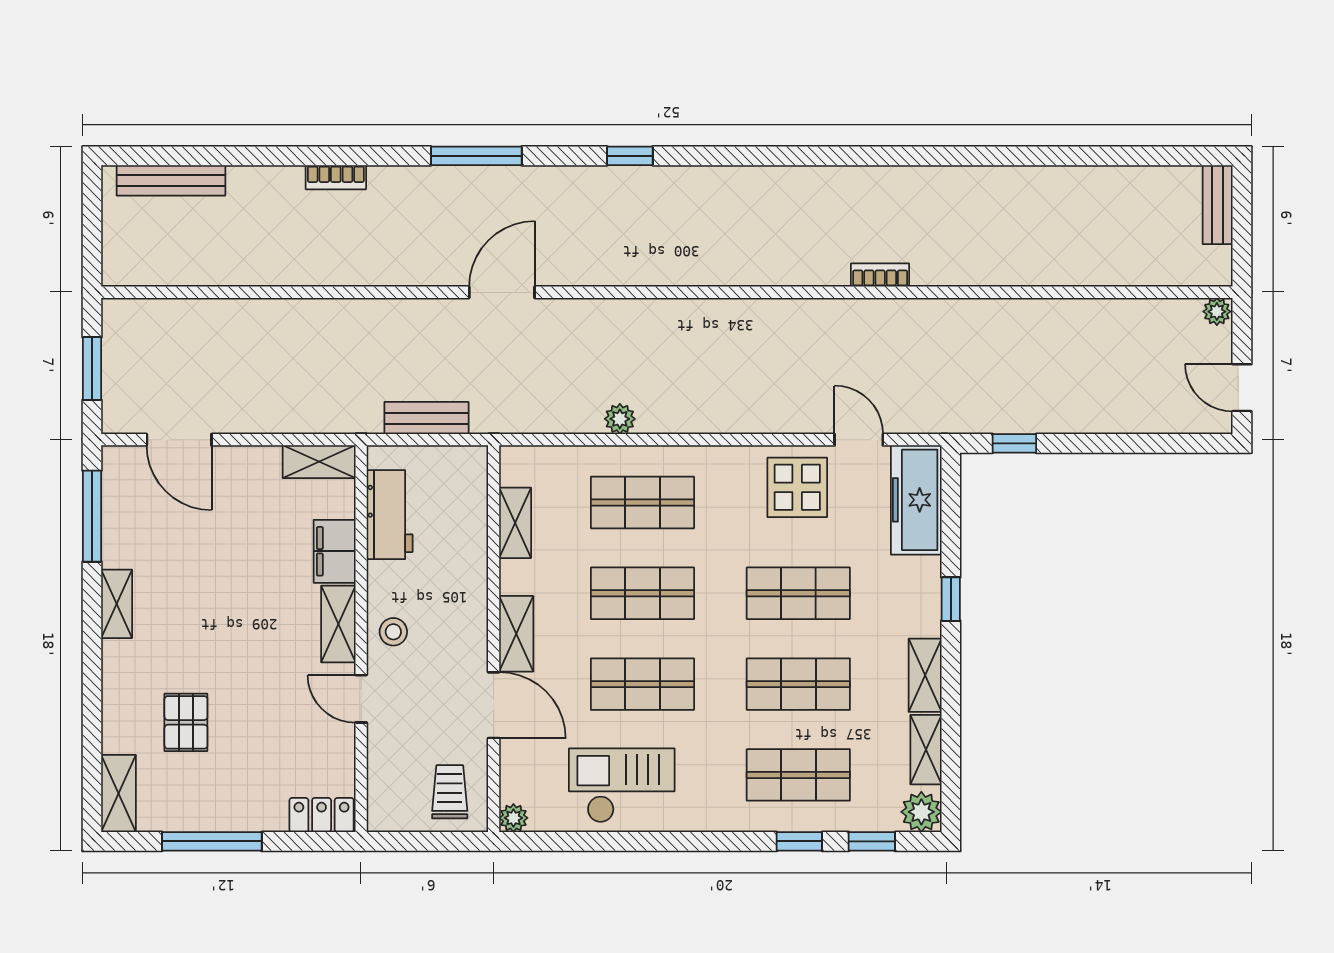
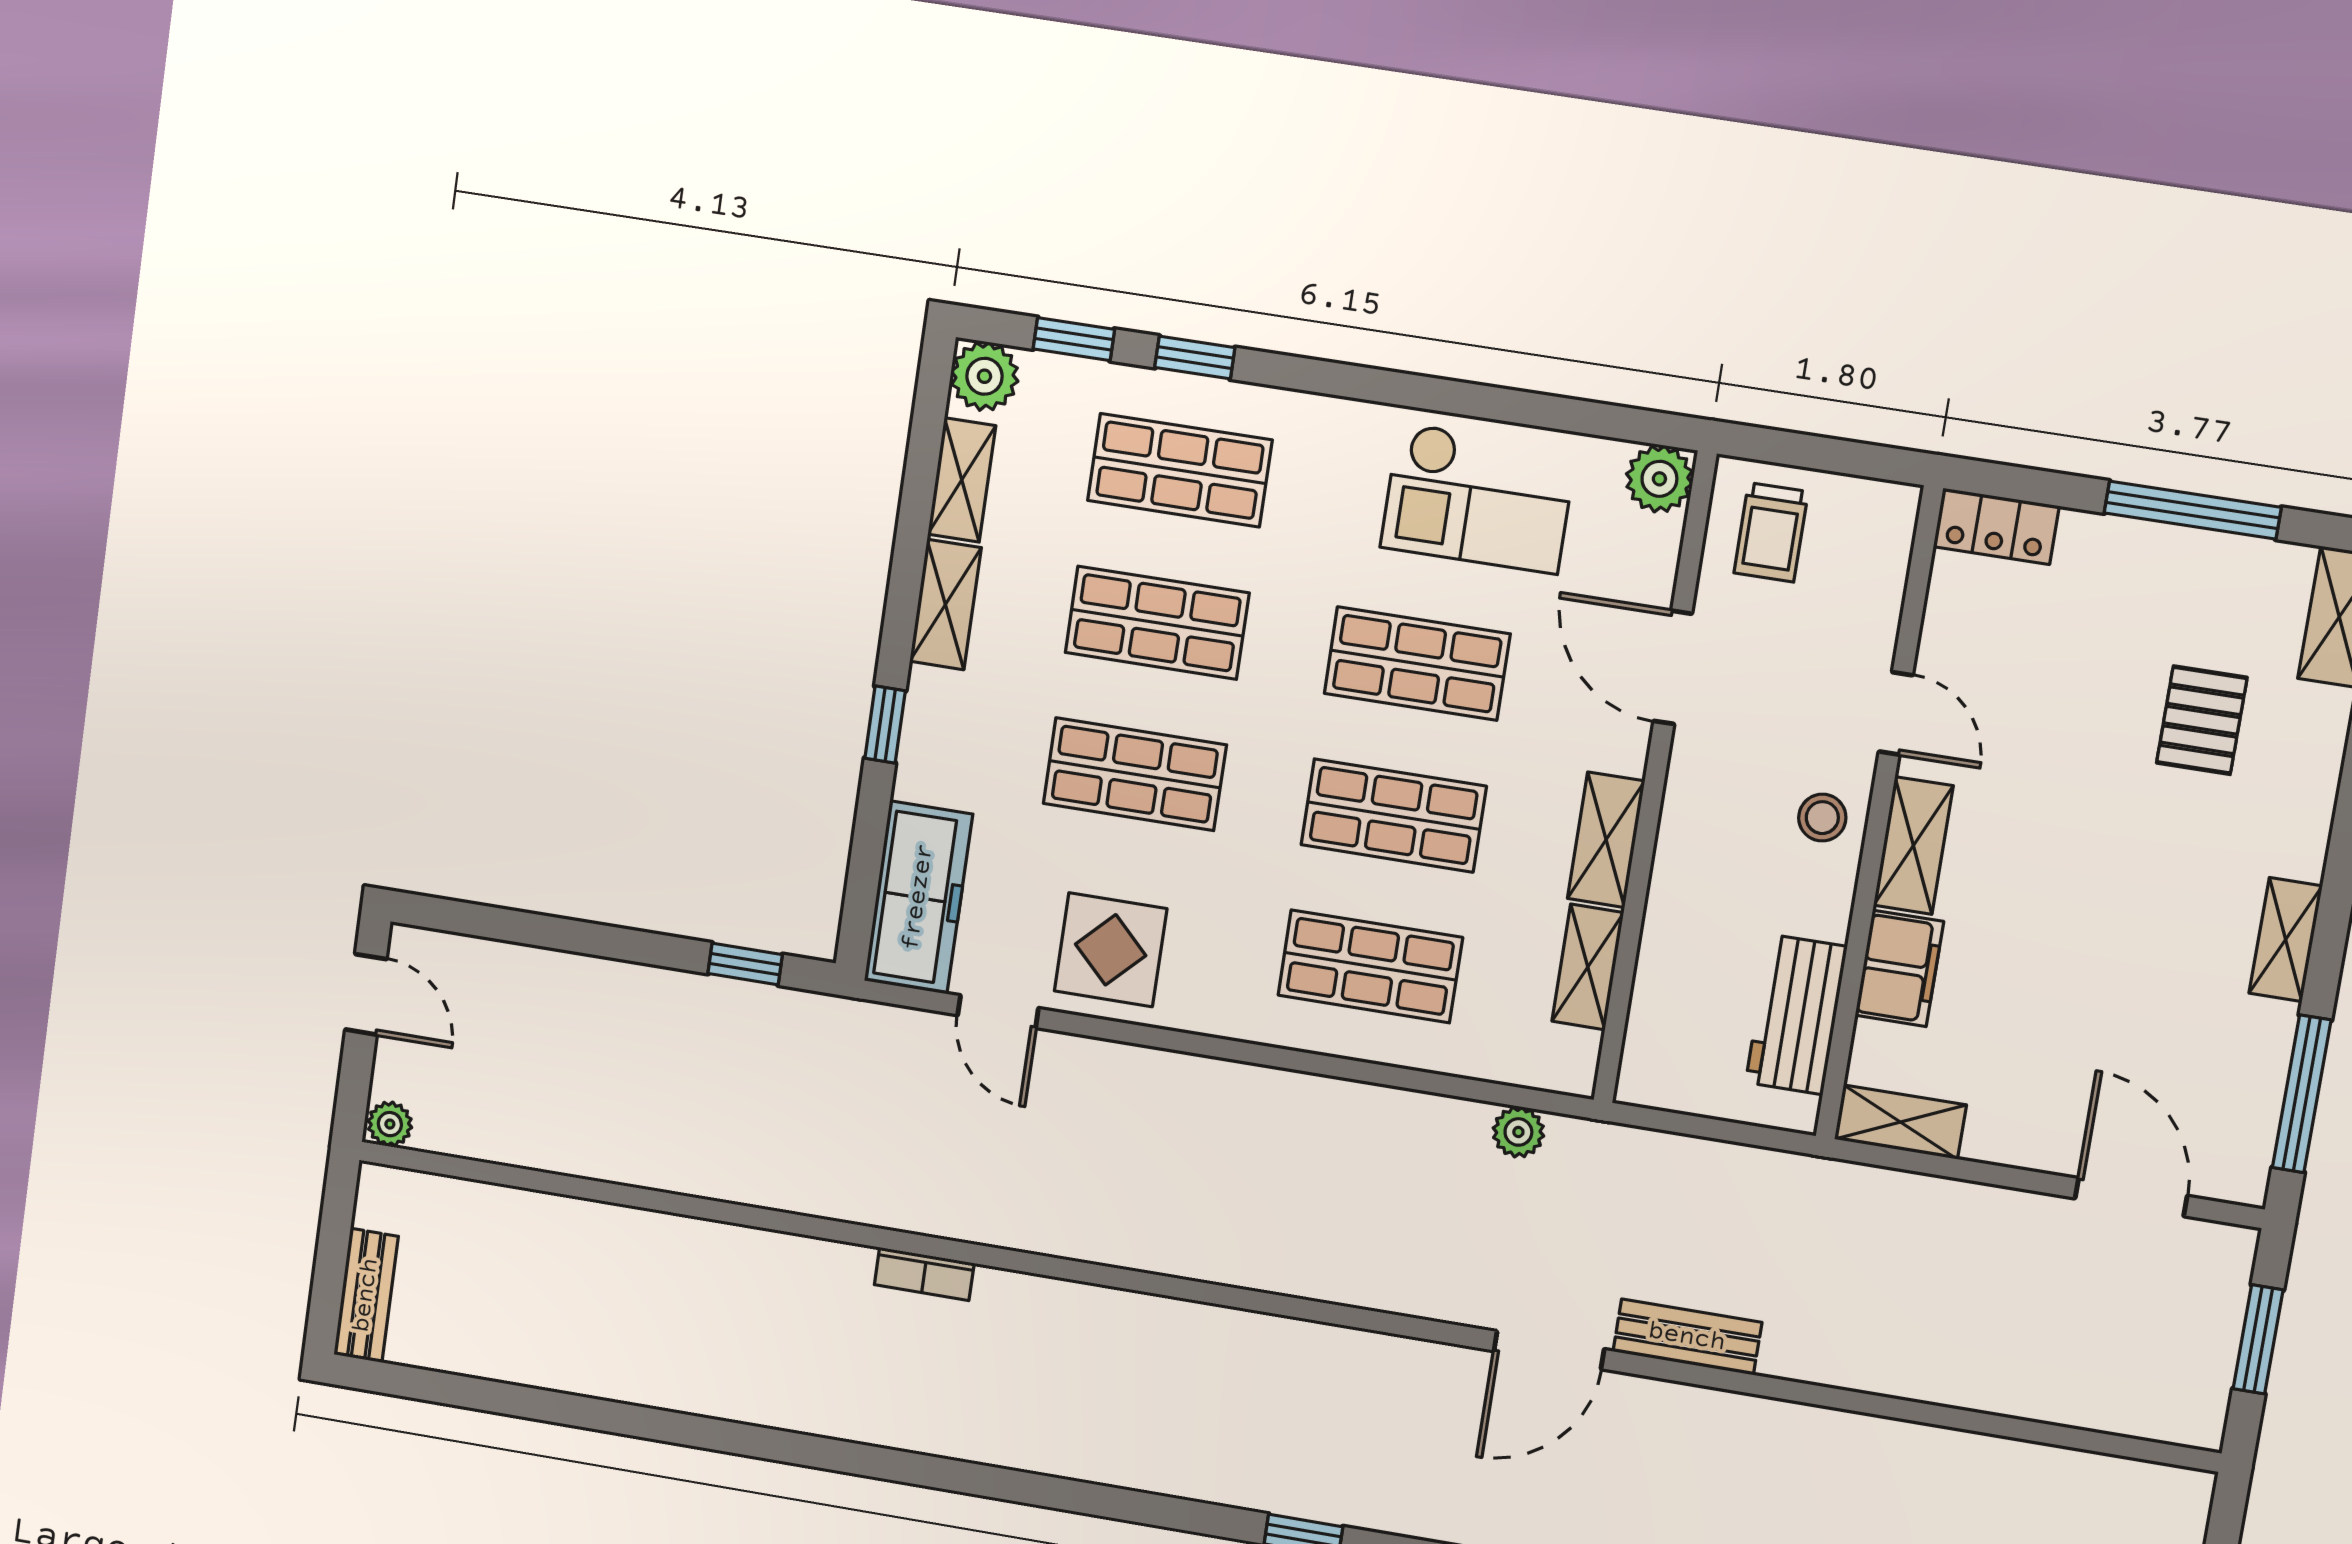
bench: (426, 418) -> (1687, 1337), moved
plant: (620, 419) -> (1518, 1132), moved
shelving: (516, 634) -> (1606, 840), moved
plant: (513, 818) -> (1659, 479), width x1.38, depth x1.38

